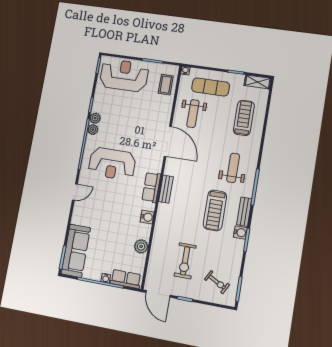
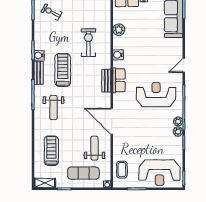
treadmill: (244, 118) -> (51, 151), turned 180
exercise bike: (185, 261) -> (88, 43), moved

